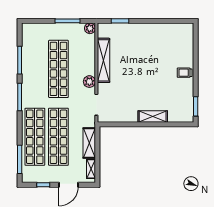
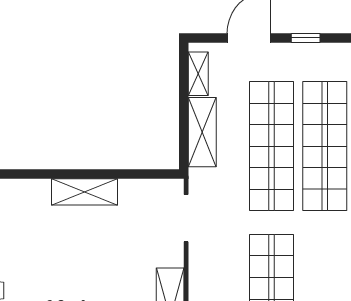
plant: (89, 82) -> (202, 270), removed
shelving: (153, 116) -> (84, 192), moved

